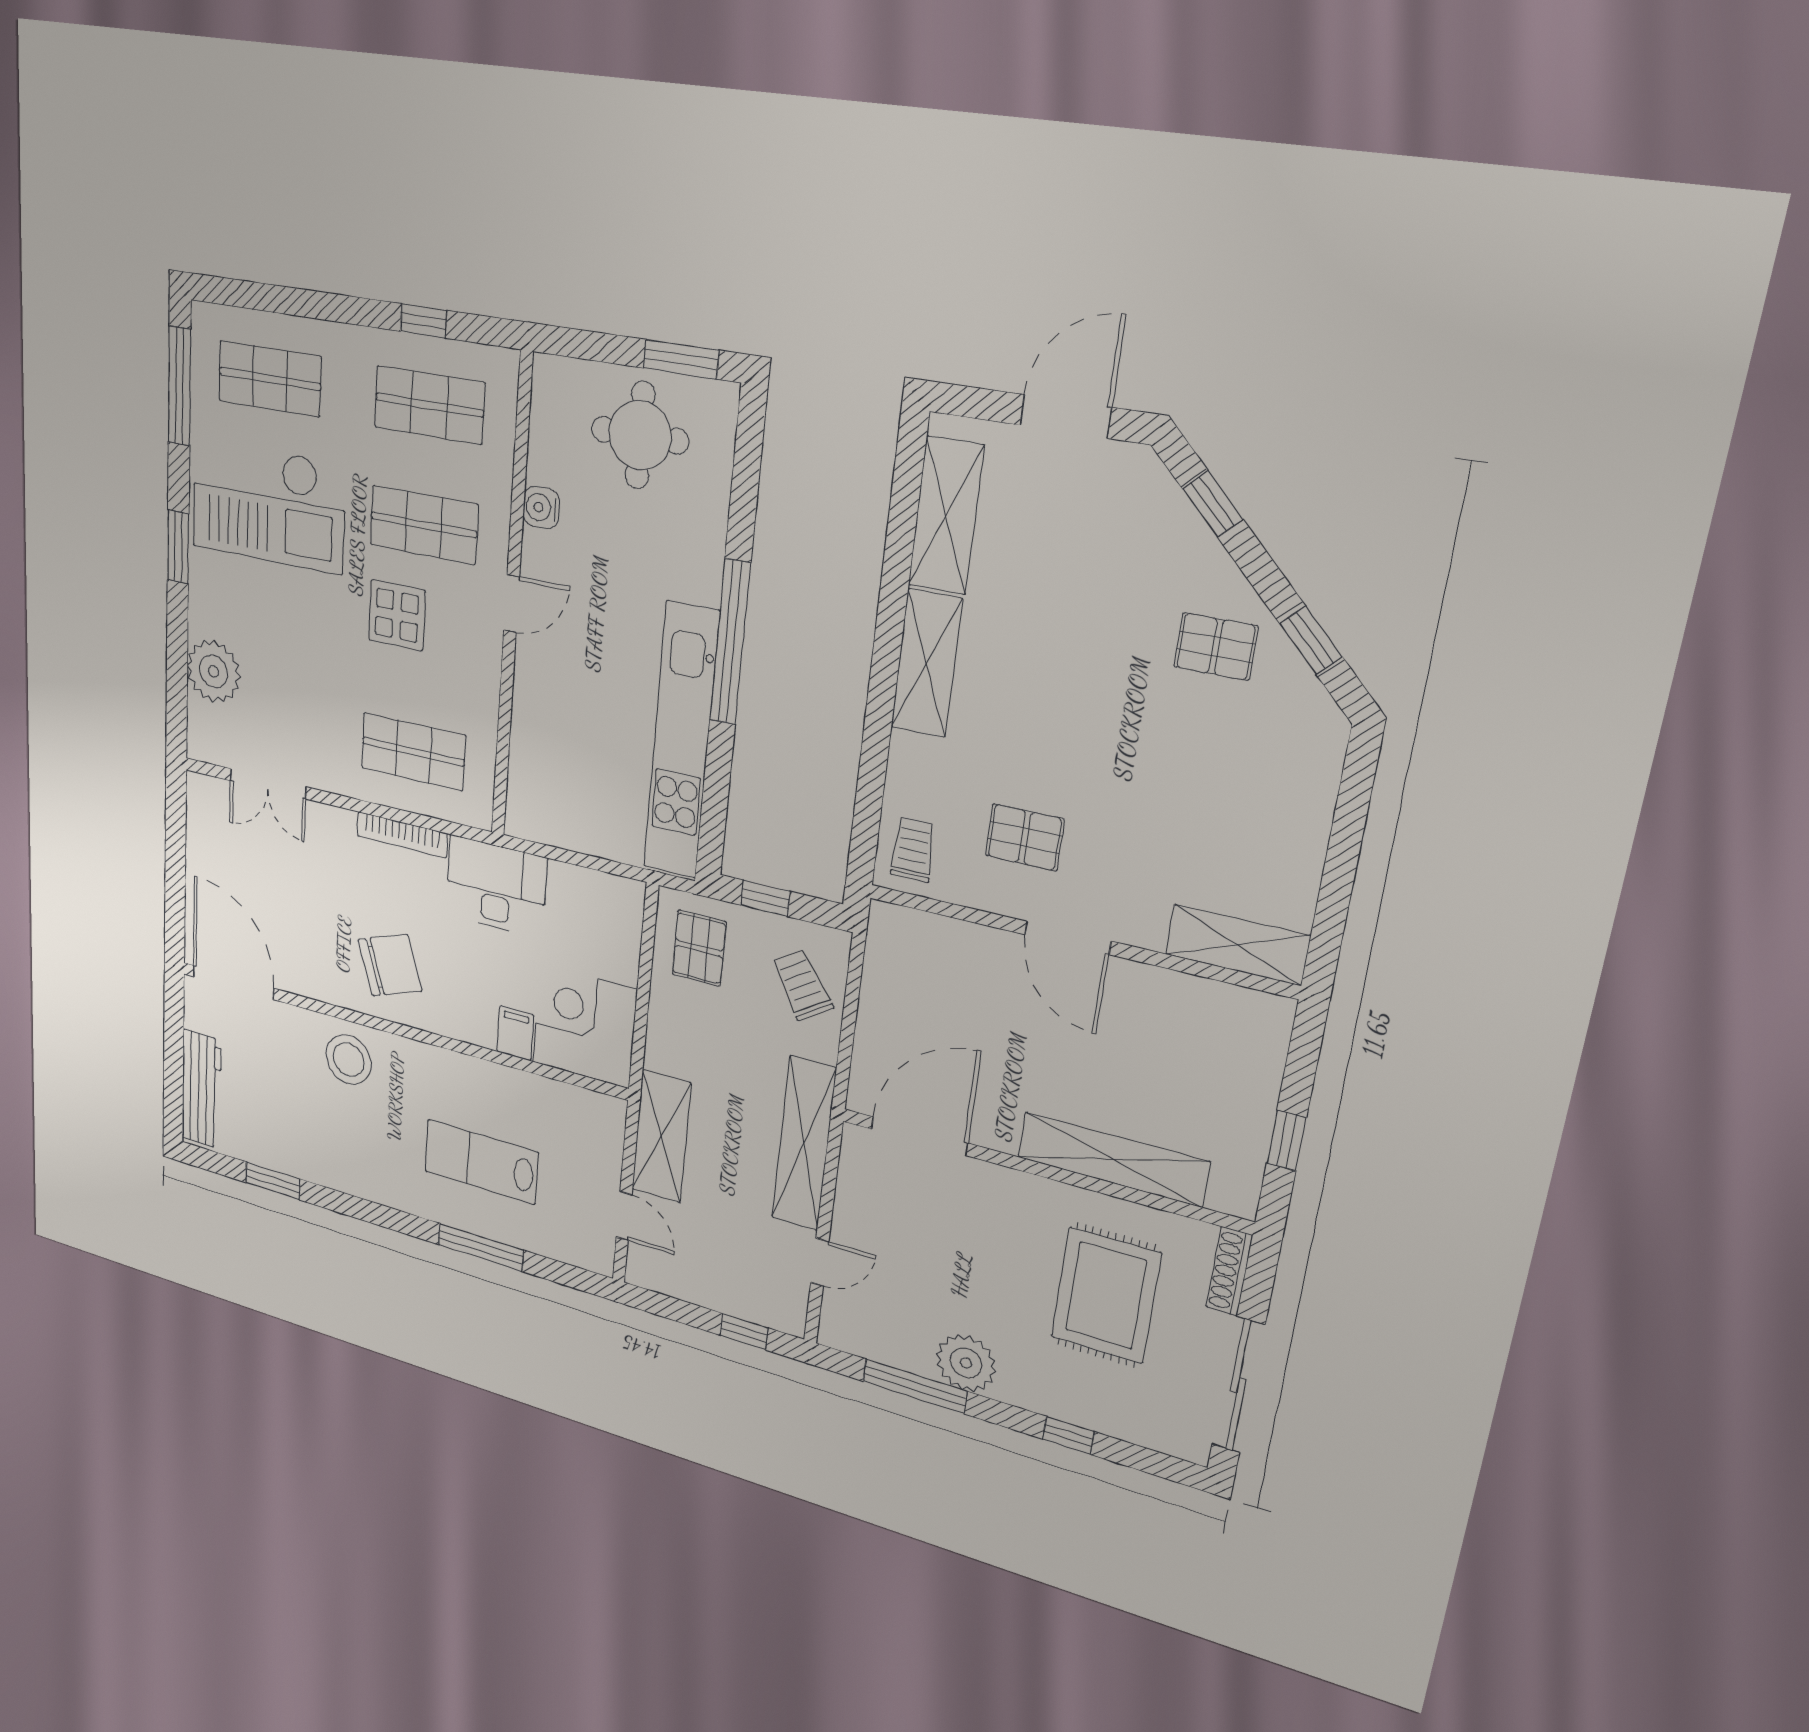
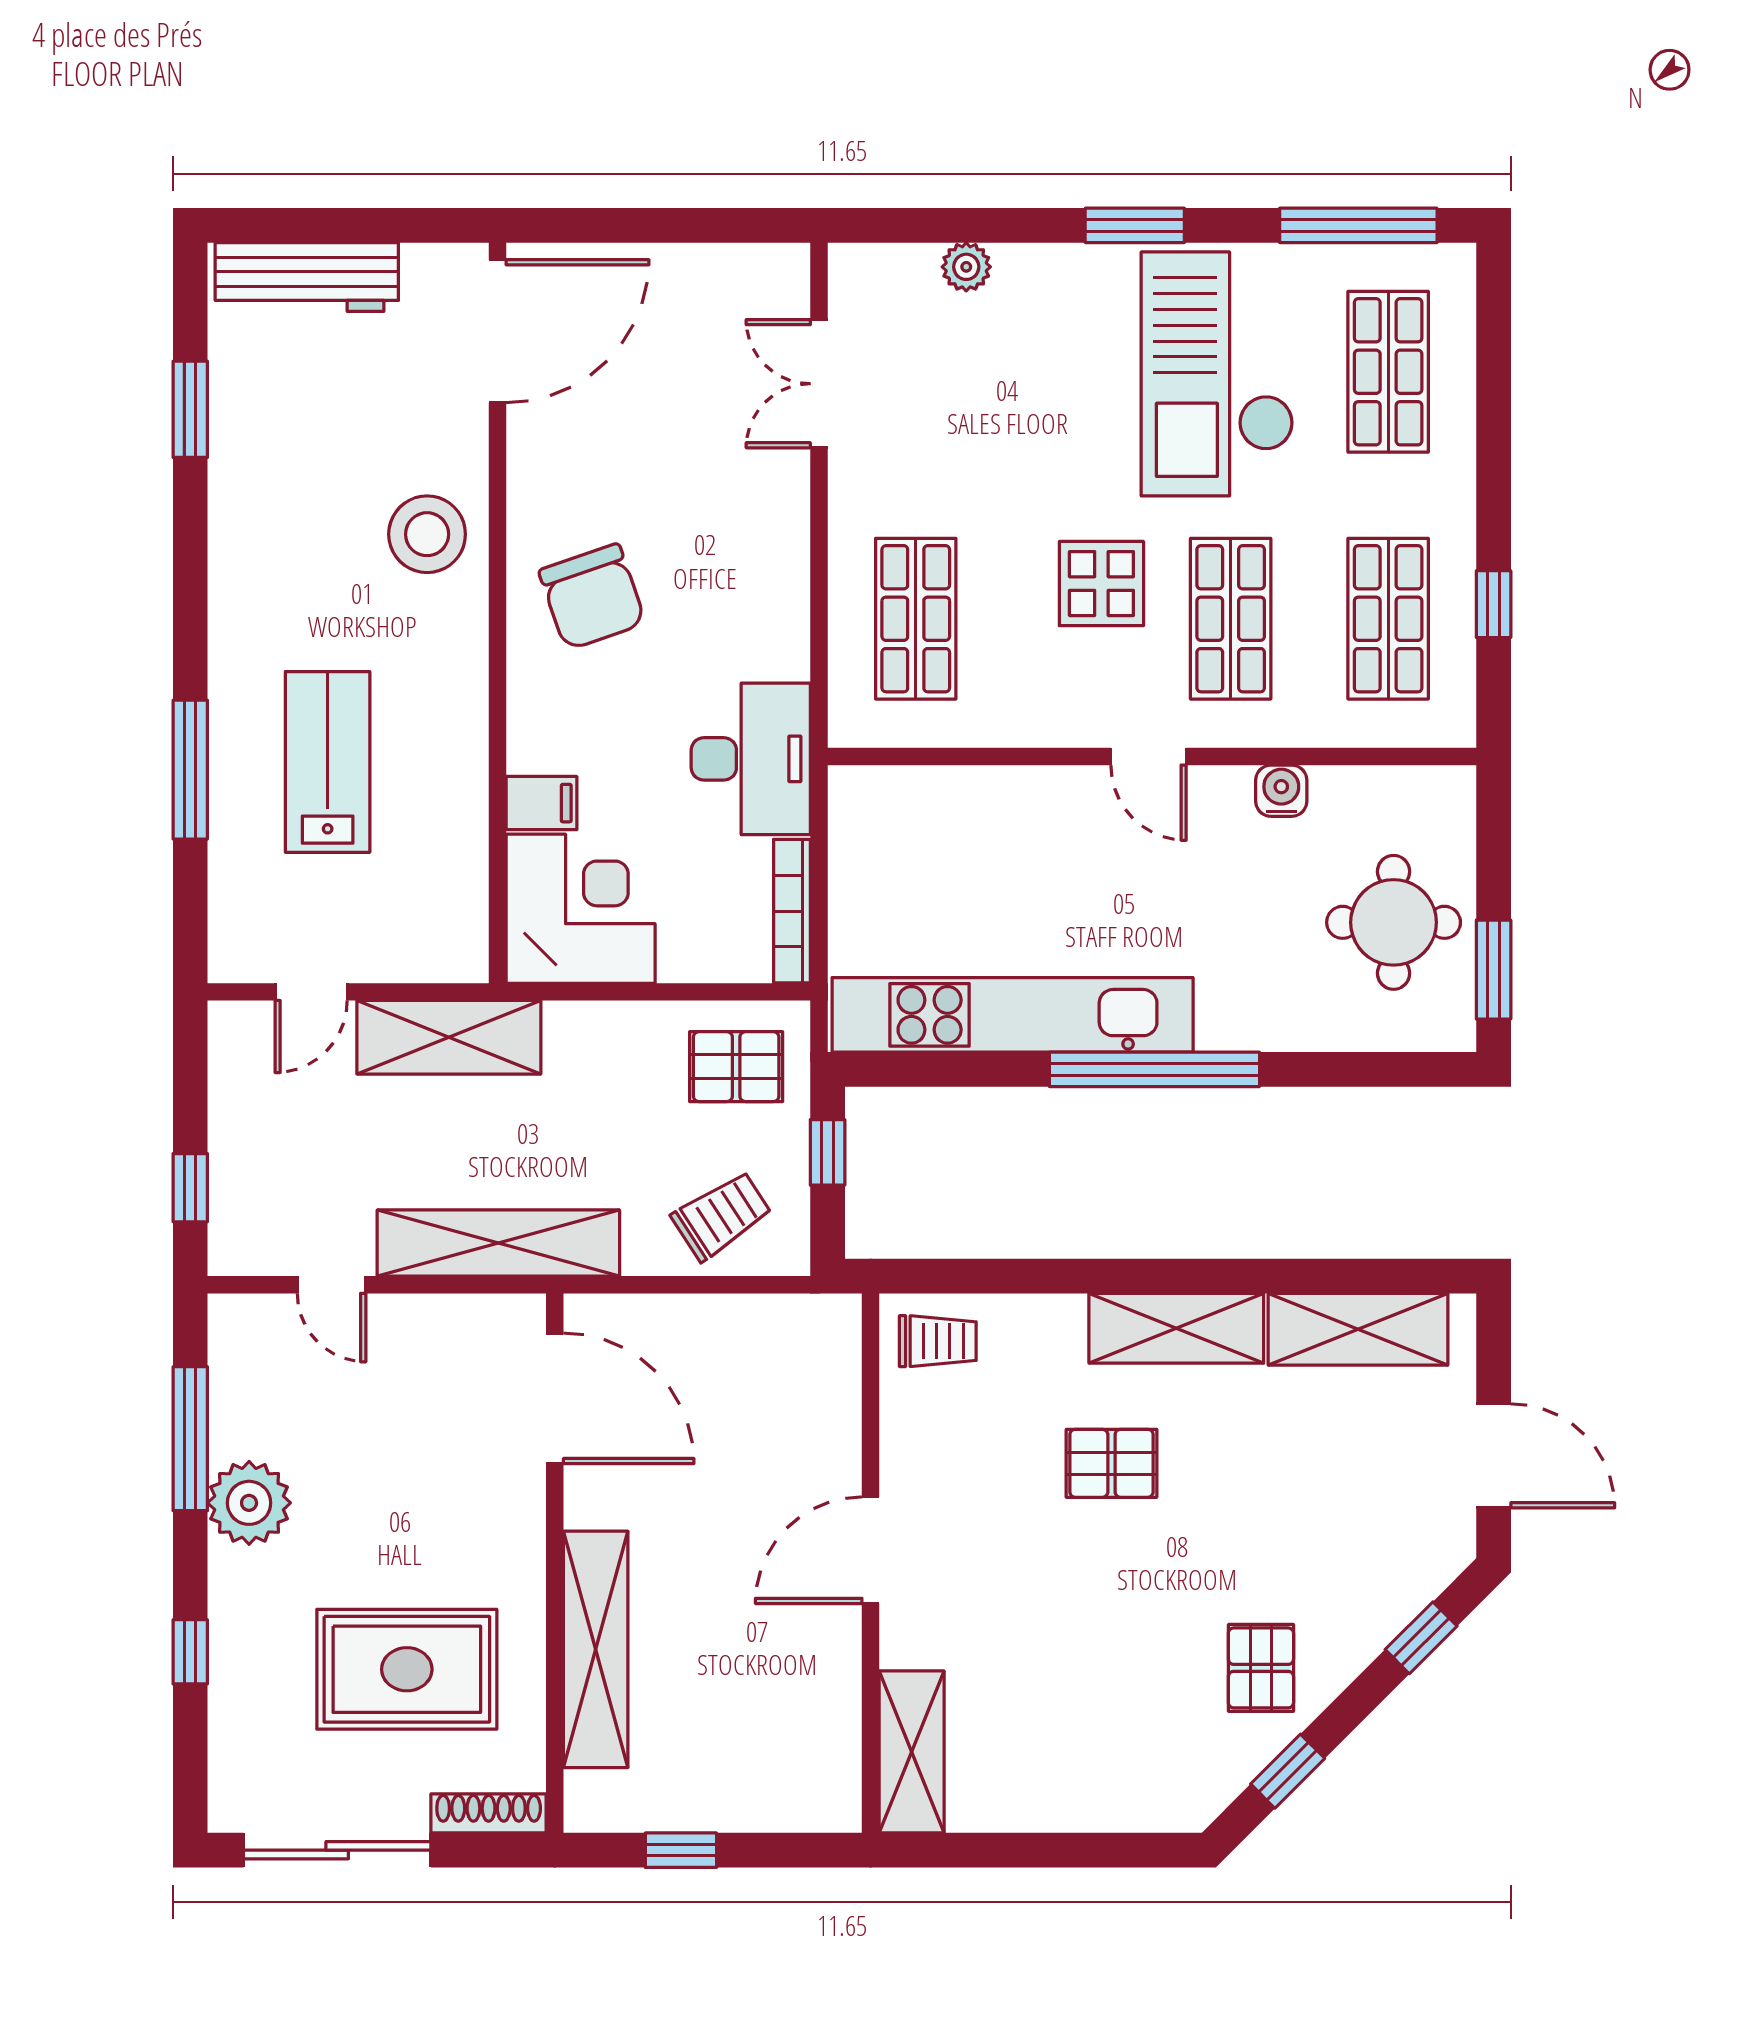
plant: (214, 671) -> (966, 267), width x0.53, depth x0.53
bookcase: (402, 835) -> (792, 911), moved
pallet: (1025, 837) -> (1111, 1463), moved, turned 90

